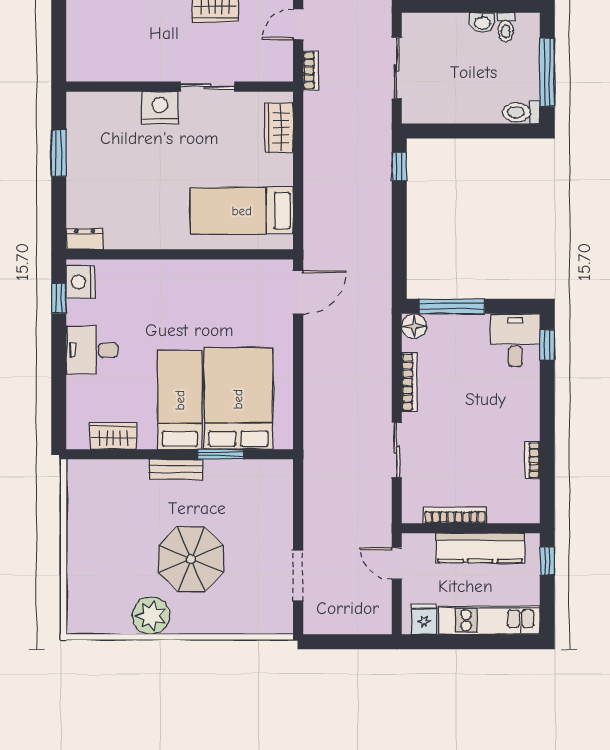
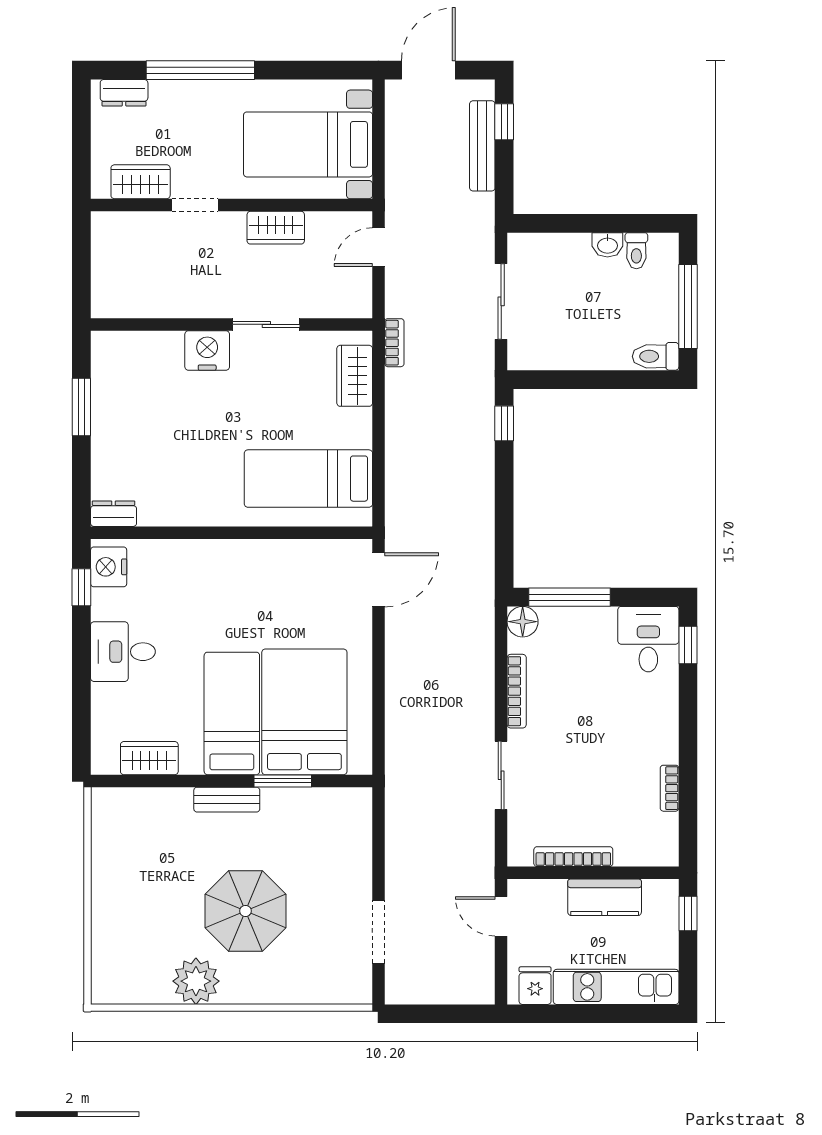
bookcase: (311, 70) -> (394, 343), moved
kitchen counter: (480, 548) -> (605, 897), width x0.67

